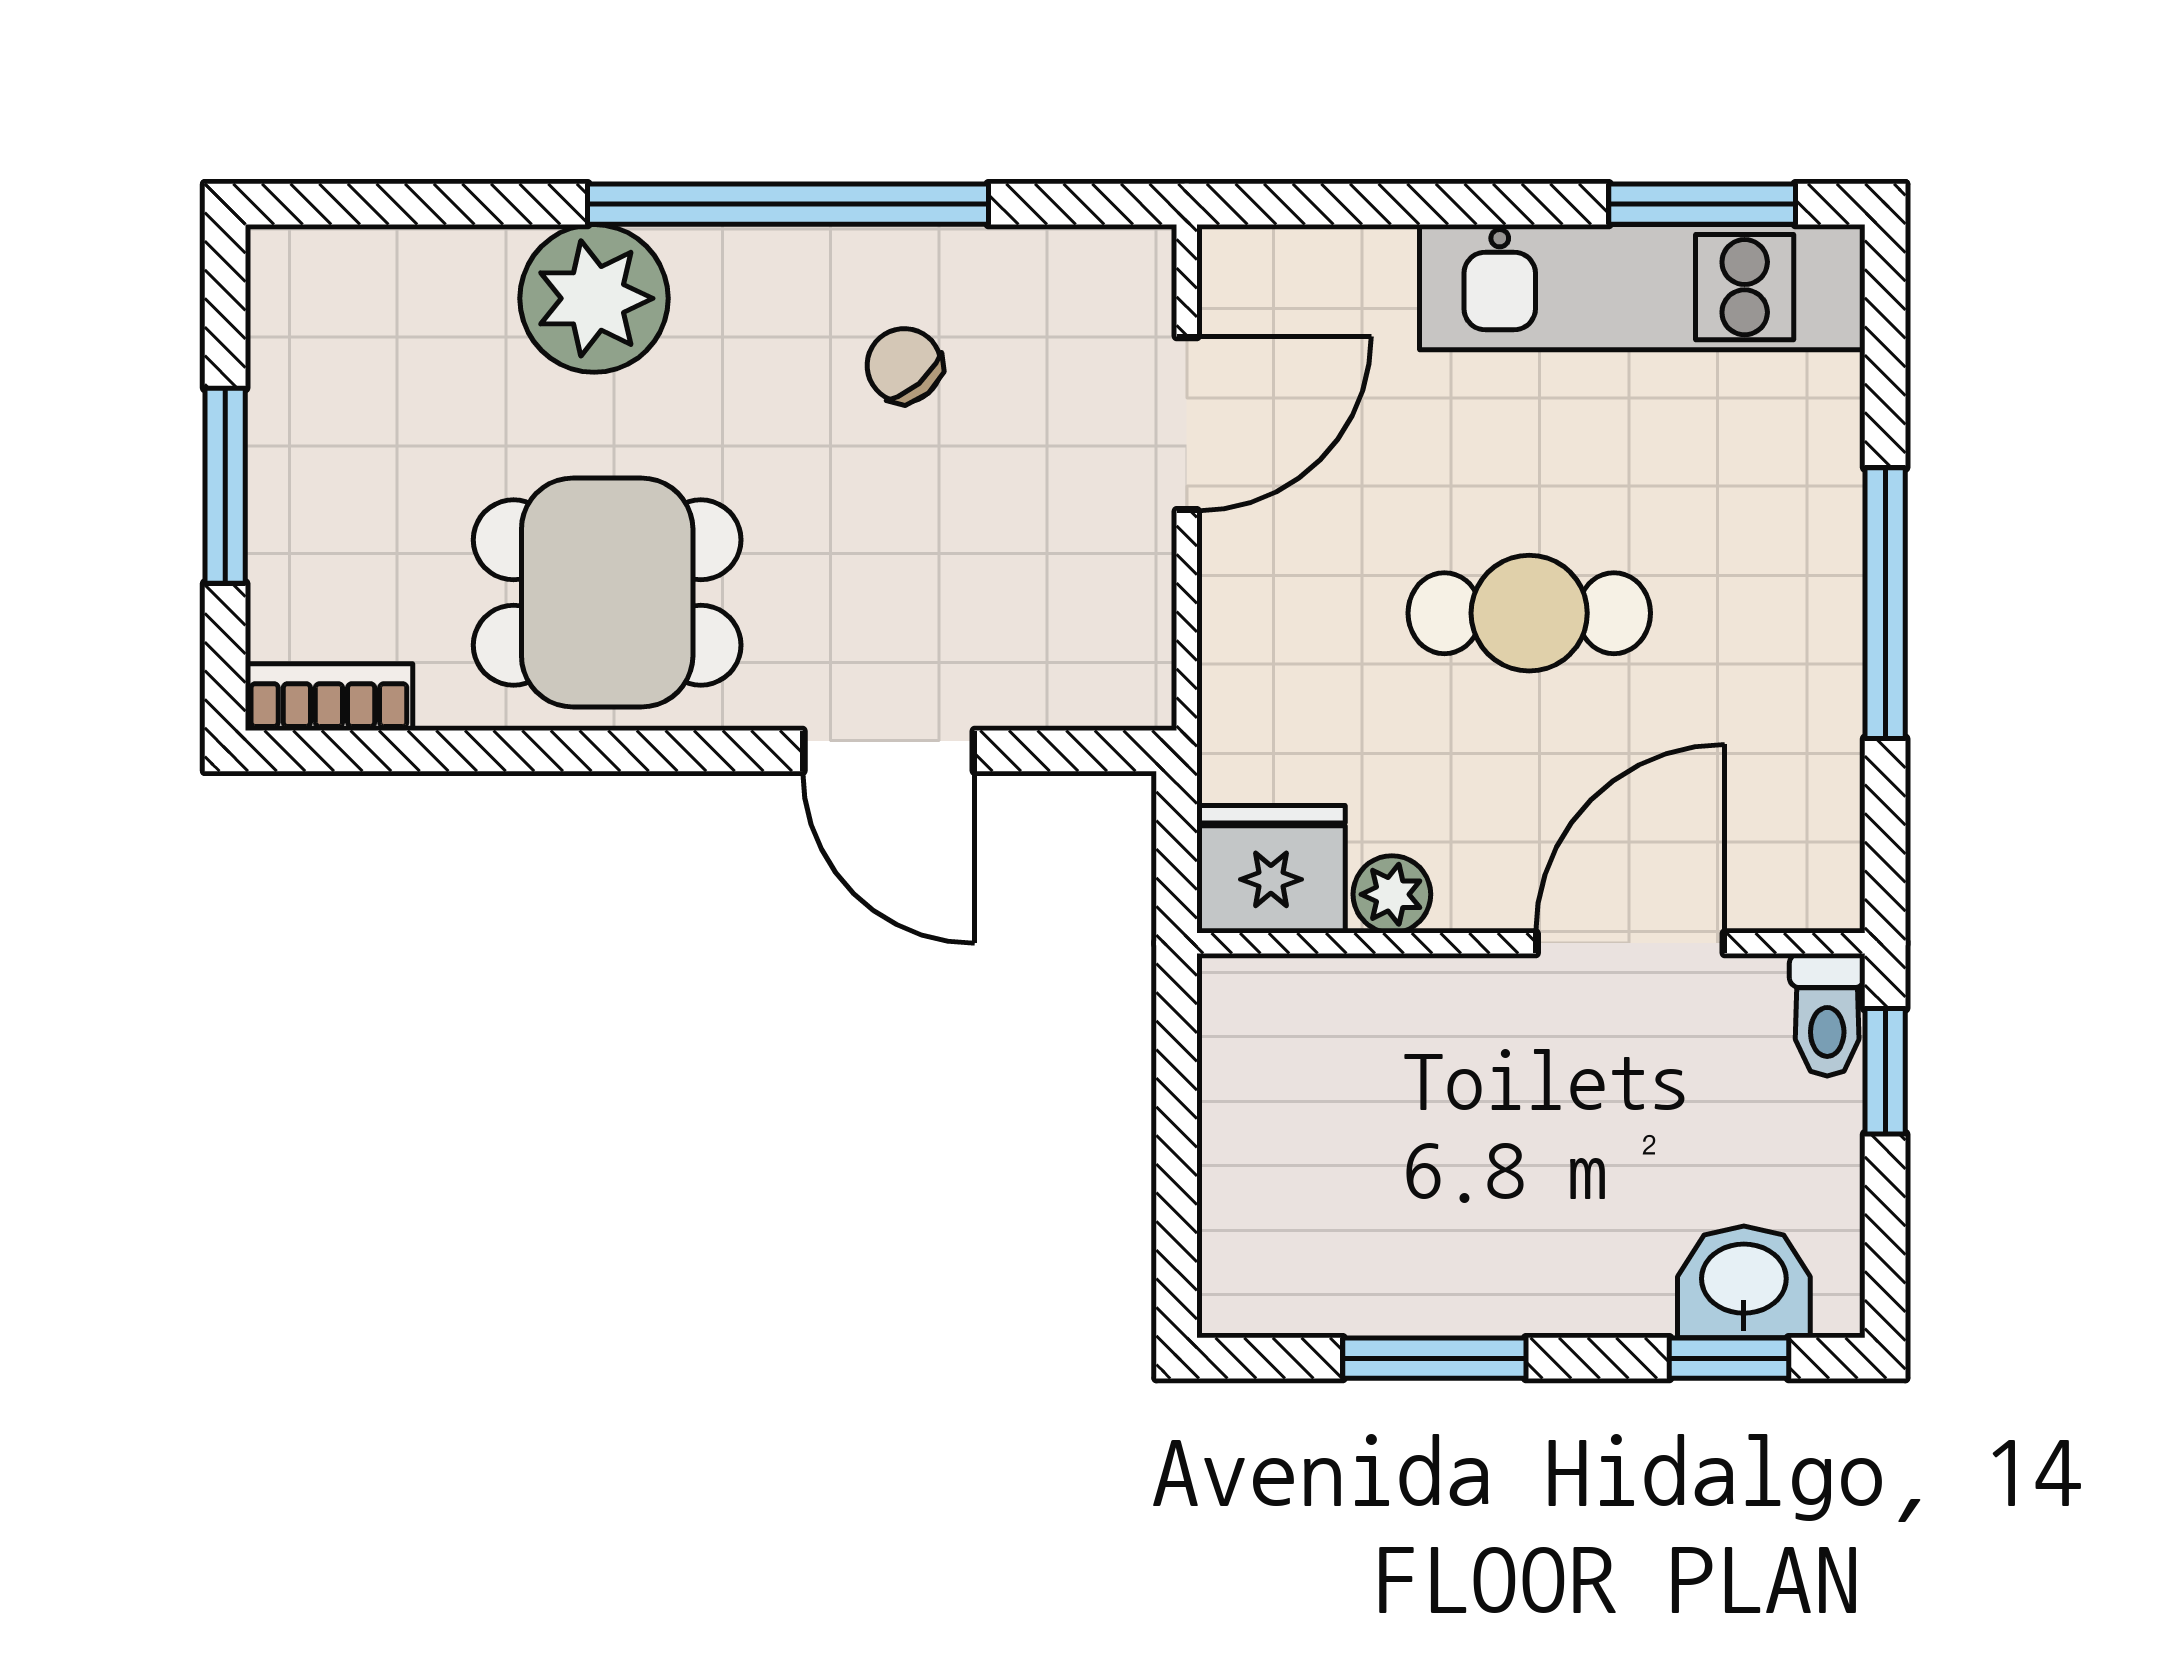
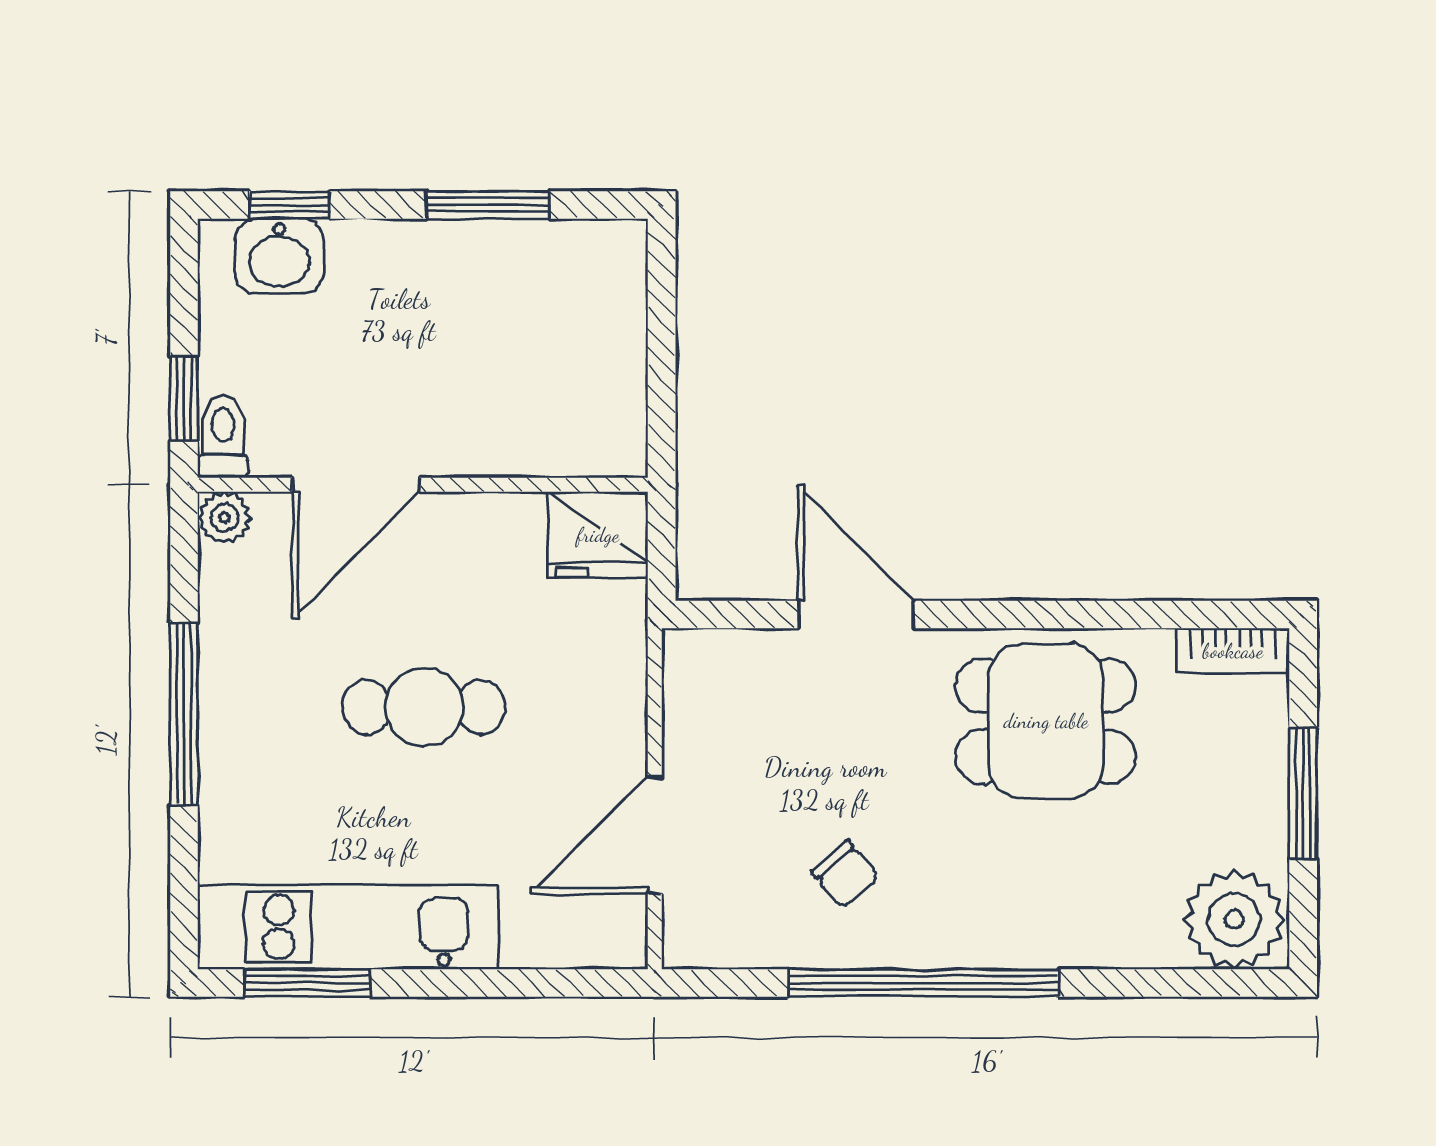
plant: (594, 298) -> (1234, 919), moved
plant: (1392, 894) -> (225, 518), moved

